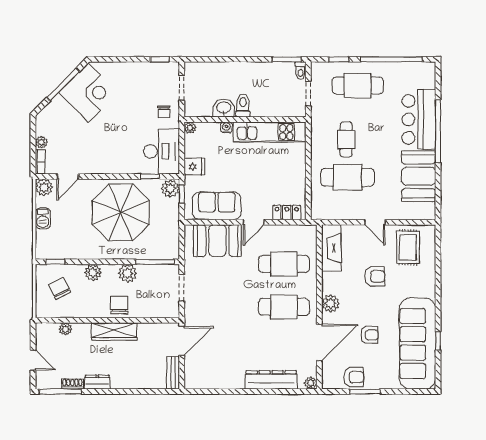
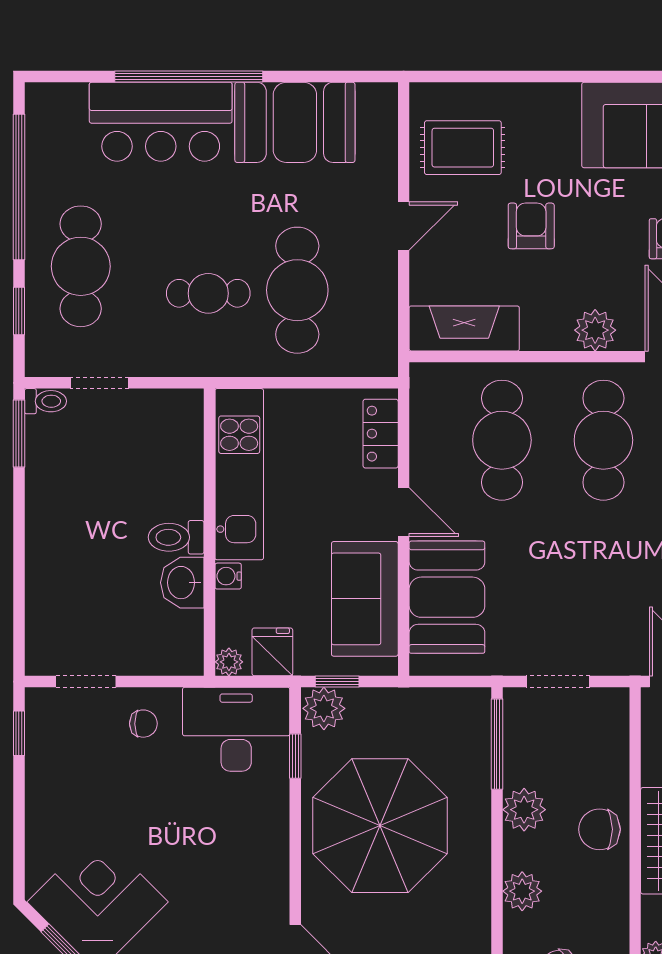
toilet: (243, 105) -> (176, 537), moved
washbasin: (224, 108) -> (182, 583), moved
wall: (245, 119) -> (209, 532), moved
water cooler: (226, 127) -> (228, 576), moved
plant: (190, 128) -> (229, 662), moved
kitchen unit: (270, 132) -> (239, 474), moved

